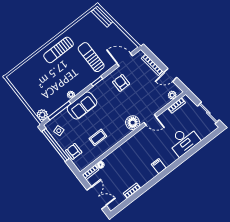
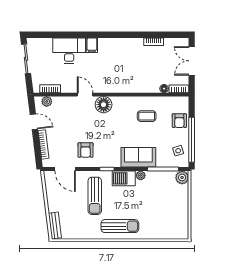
barbecue: (81, 84) -> (124, 178), added
filing cabinet: (159, 166) -> (92, 45), moved

